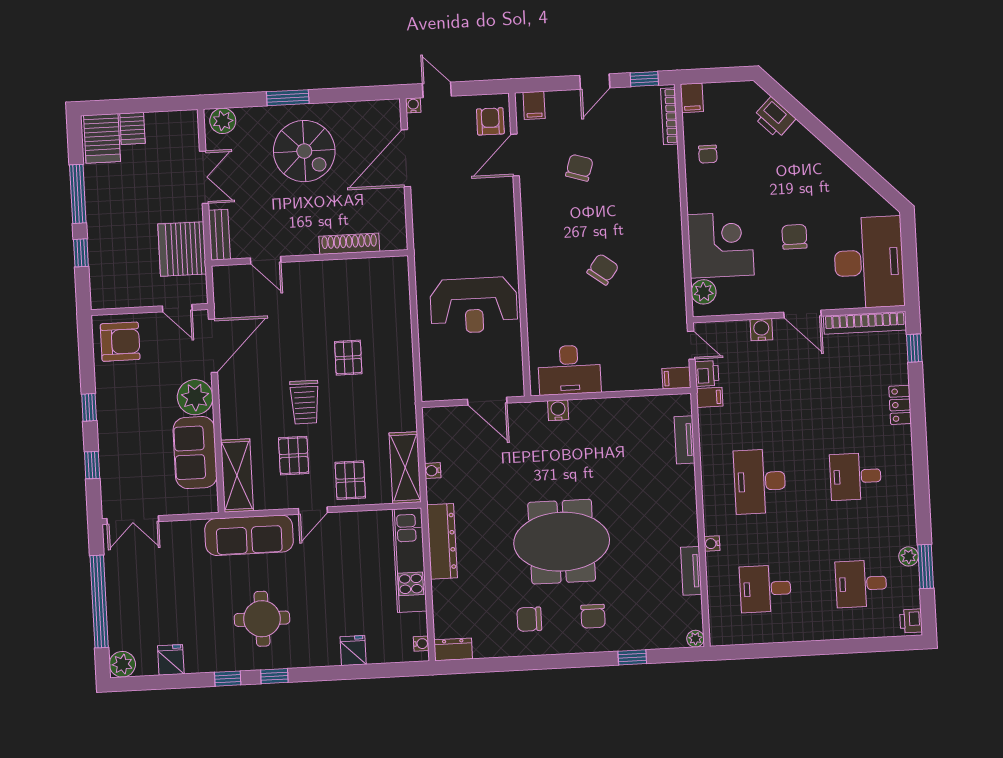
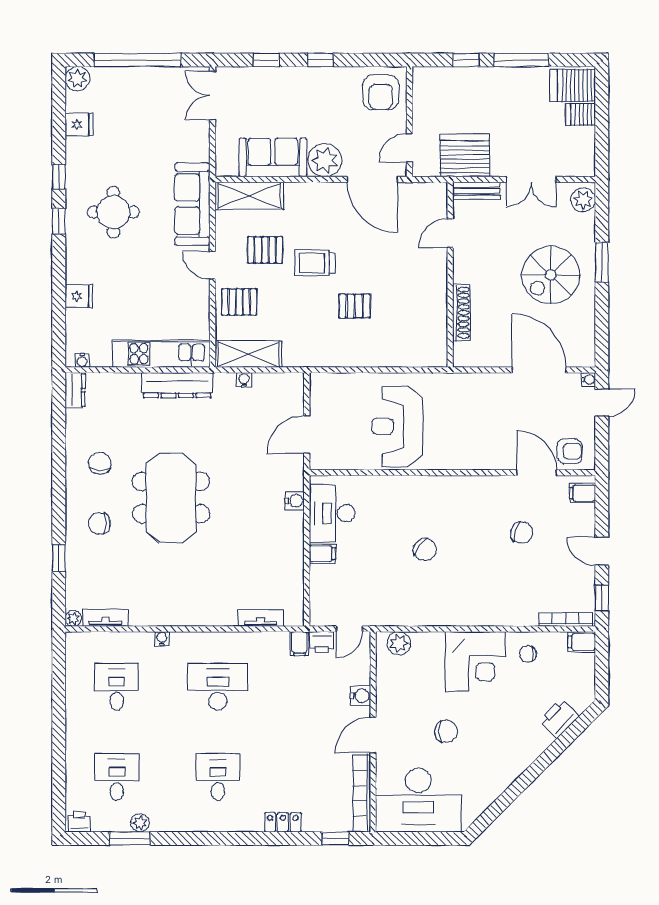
corner desk: (721, 245) -> (475, 662), moved
filing cabinet: (676, 378) -> (322, 554), moved, turned 90
tv unit: (691, 571) -> (106, 618), moved

